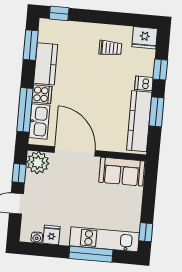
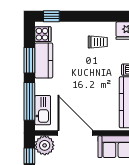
window: (31, 45) -> (29, 60), moved
cooker: (42, 94) -> (43, 34), moved

